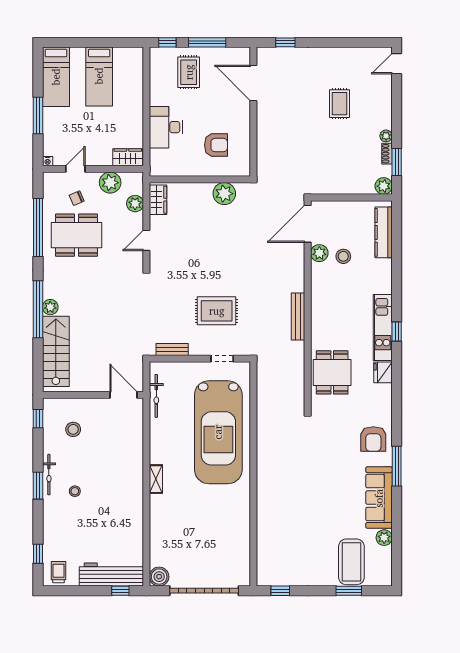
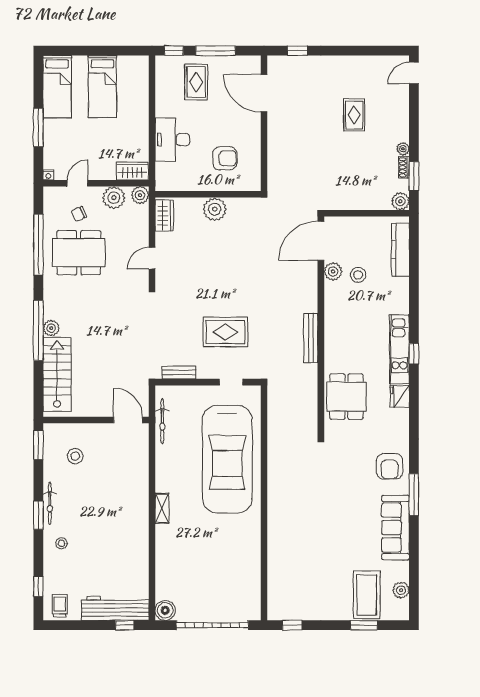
plant: (224, 194) -> (215, 209), moved
plant: (135, 204) -> (140, 195), moved
window: (38, 419) -> (38, 445), width x1.50
stool: (75, 491) -> (61, 543), moved
plant: (384, 538) -> (401, 590), moved

